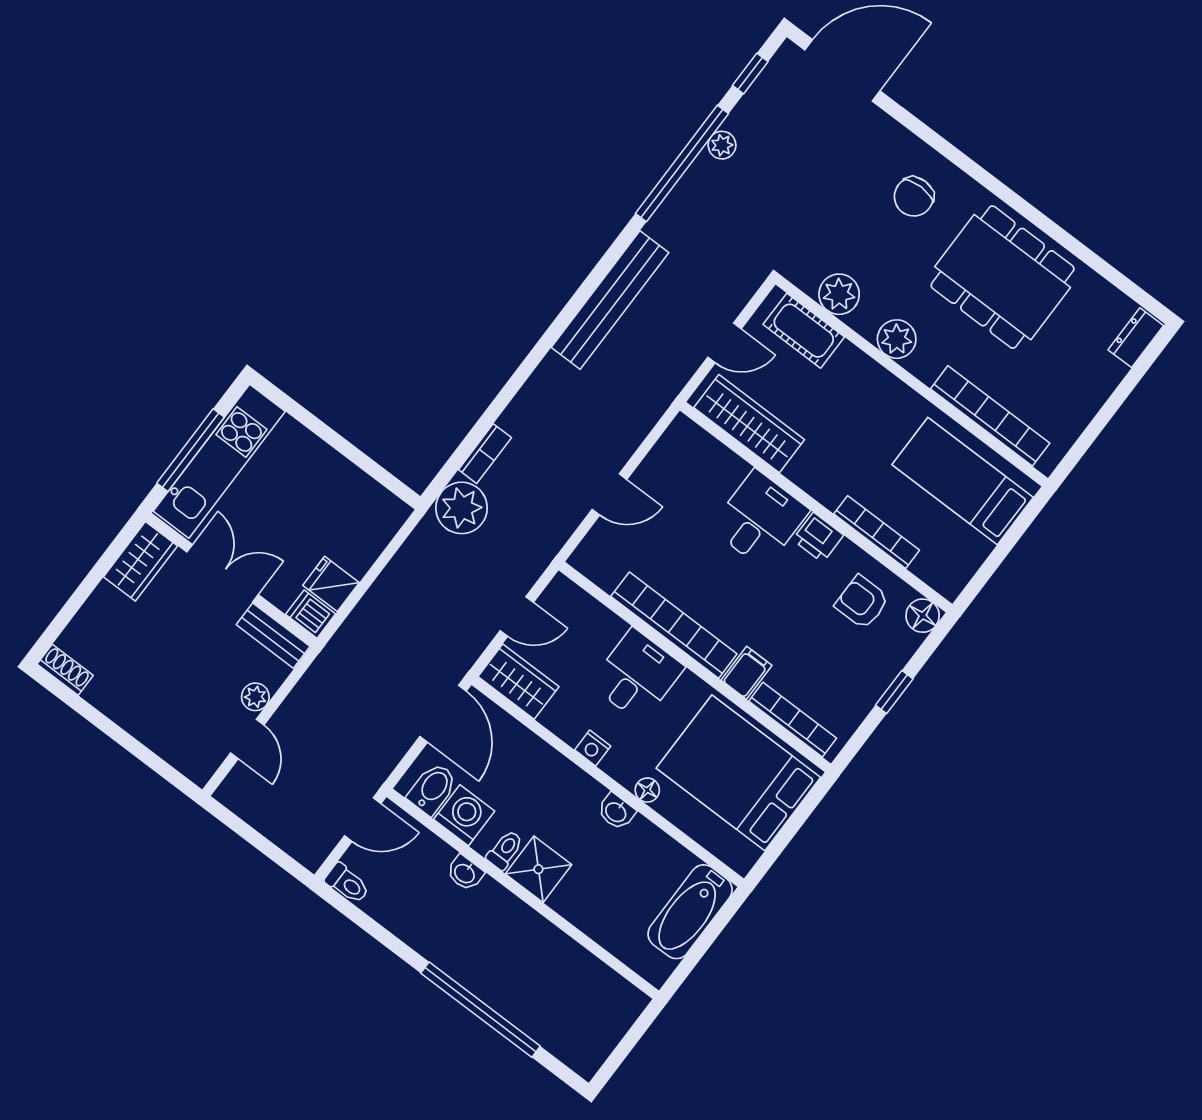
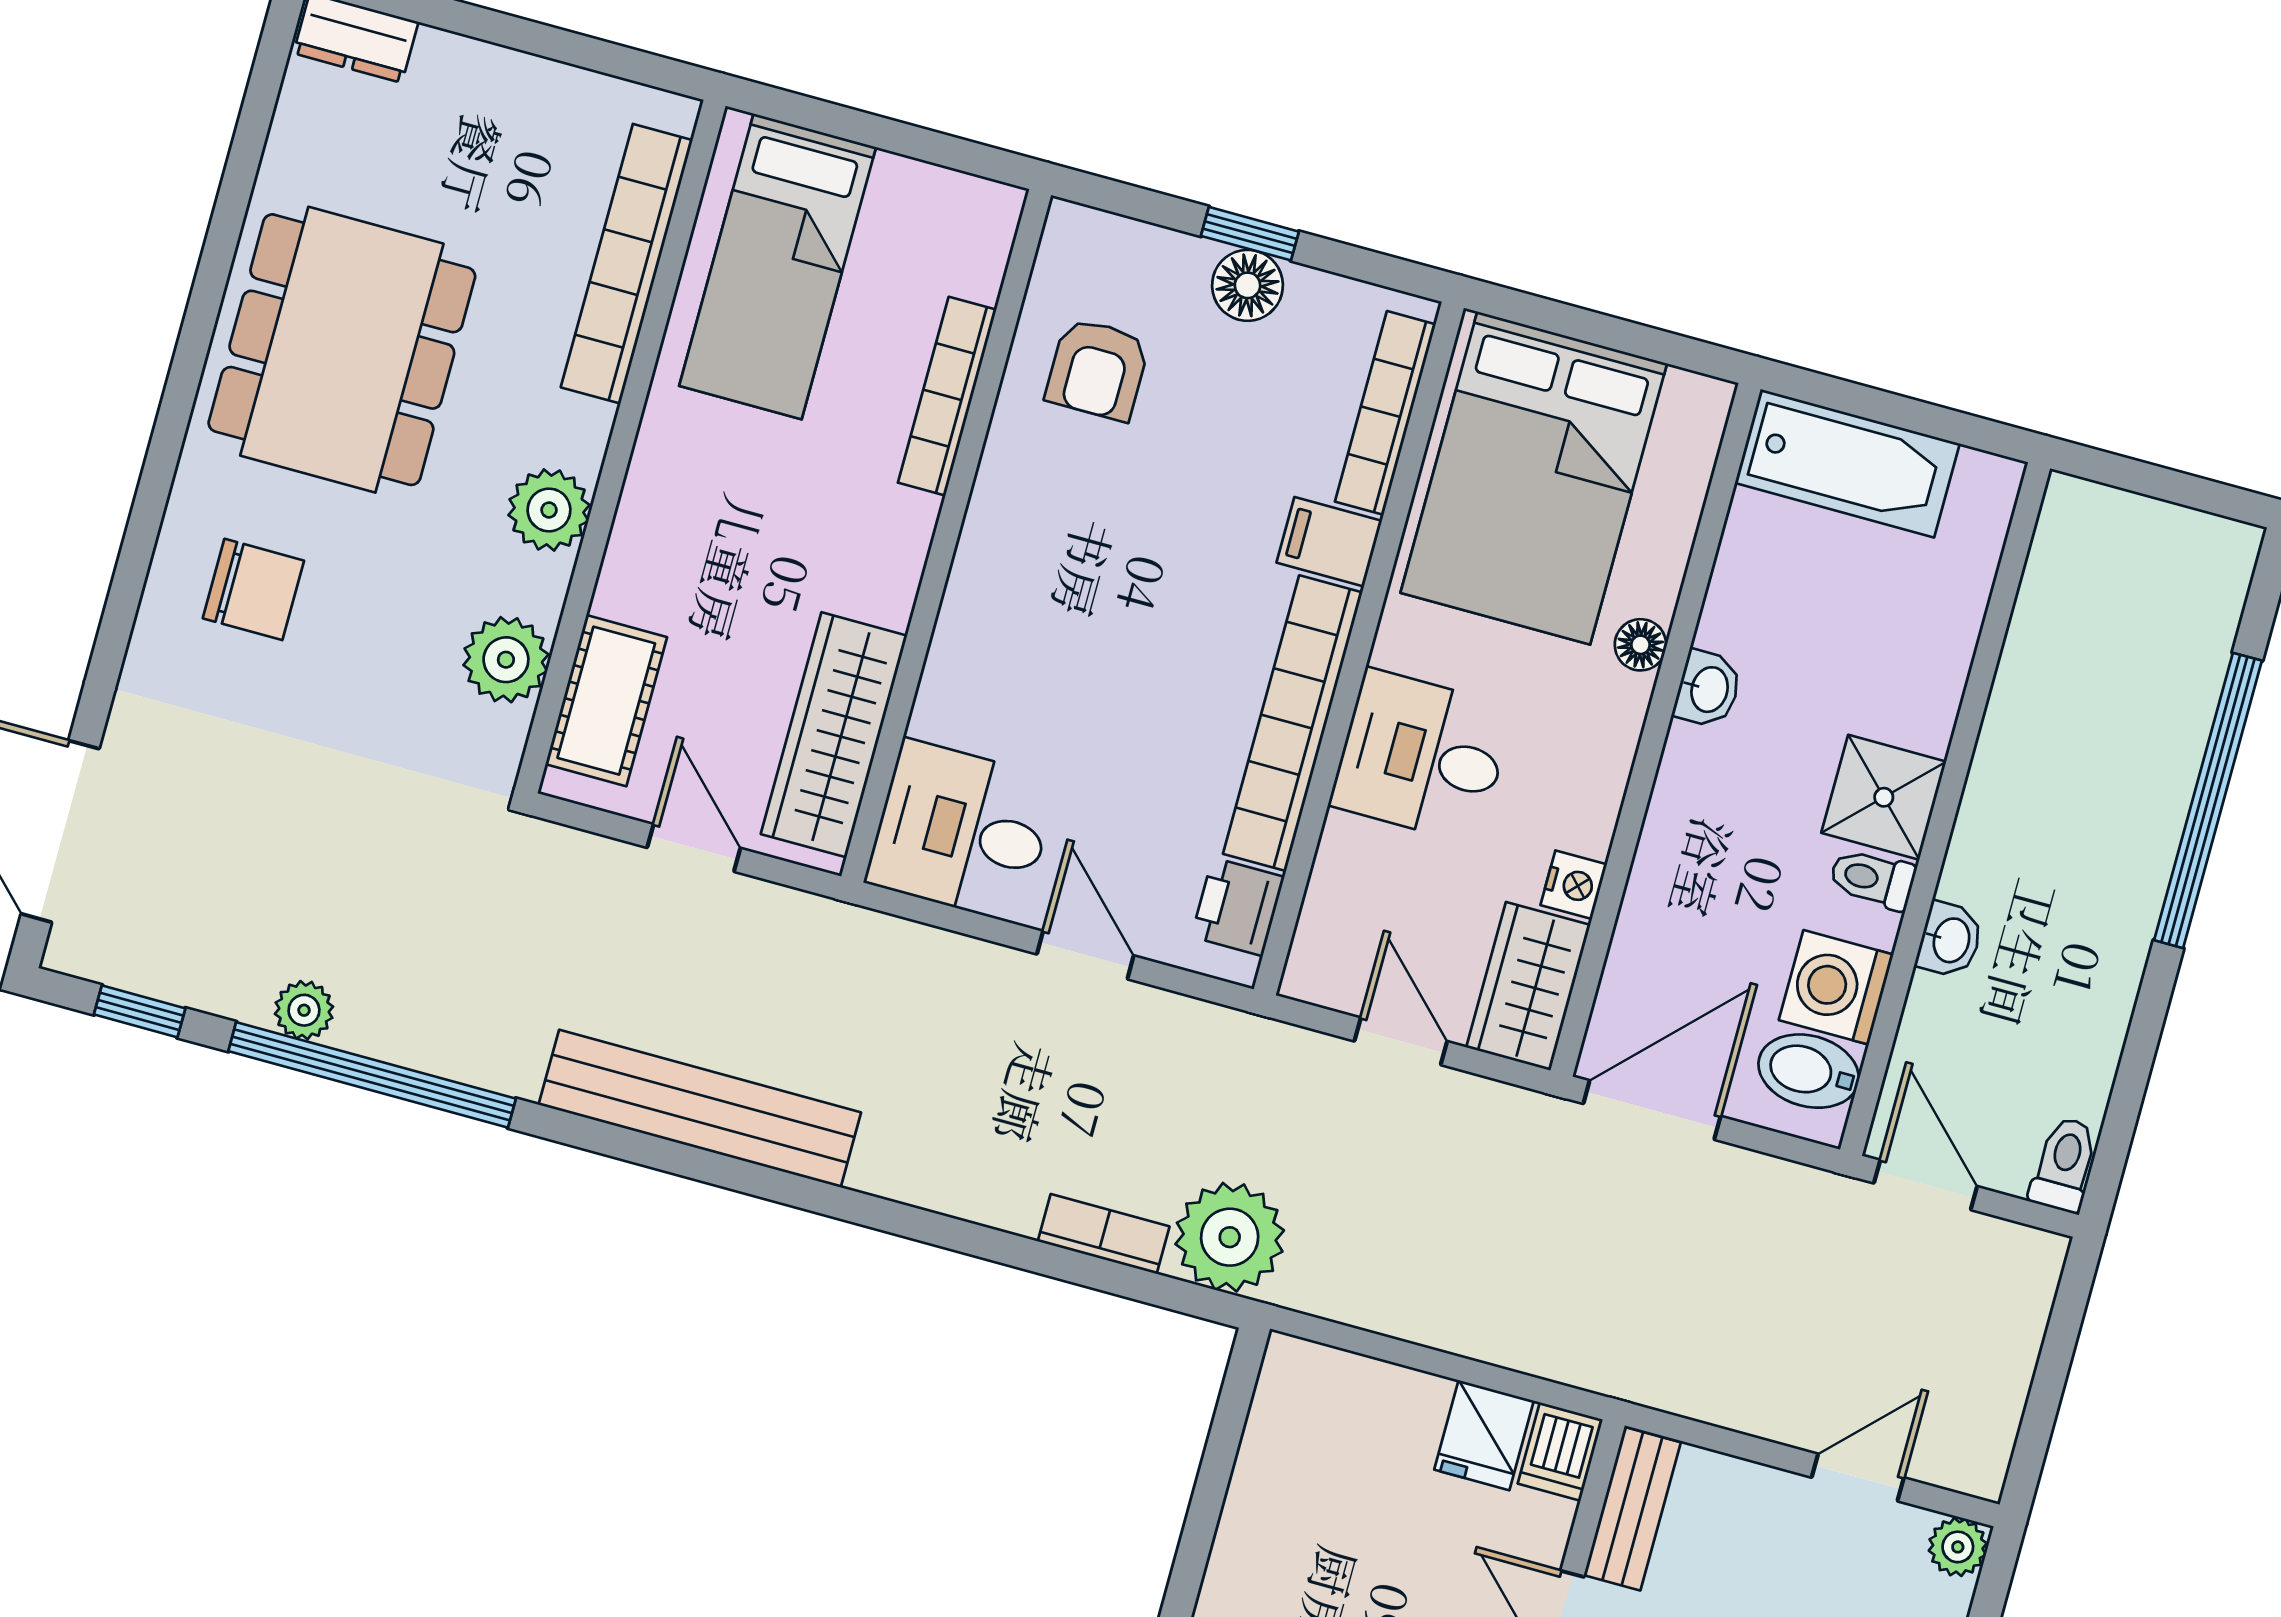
desk: (760, 519) -> (962, 831), moved
printer: (818, 537) -> (1238, 907), moved, turned 180
floor lamp: (923, 616) -> (1247, 285), moved
plant: (255, 697) -> (1958, 1547), moved
nightstand: (593, 748) -> (1574, 885), moved

